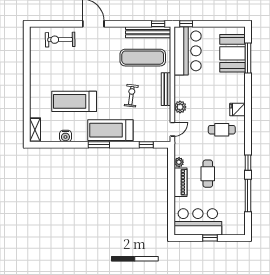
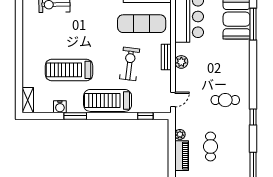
bench: (166, 89) -> (166, 57), width x0.73
exercise bike: (131, 96) -> (130, 64), width x1.38, depth x1.39
plant: (180, 107) -> (181, 62), moved
fridge: (237, 109) -> (242, 79), removed
window: (99, 145) -> (75, 116), moved
window: (248, 163) -> (253, 117), moved

